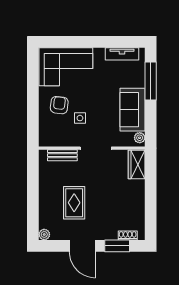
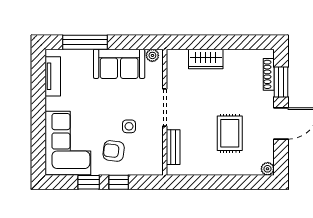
window: (33, 84) -> (89, 182), added
window: (33, 109) -> (119, 182), added
wardrobe: (137, 164) -> (206, 59), moved
rug: (74, 203) -> (230, 133), turned 90
shoe rack: (128, 235) -> (269, 74), width x1.43

